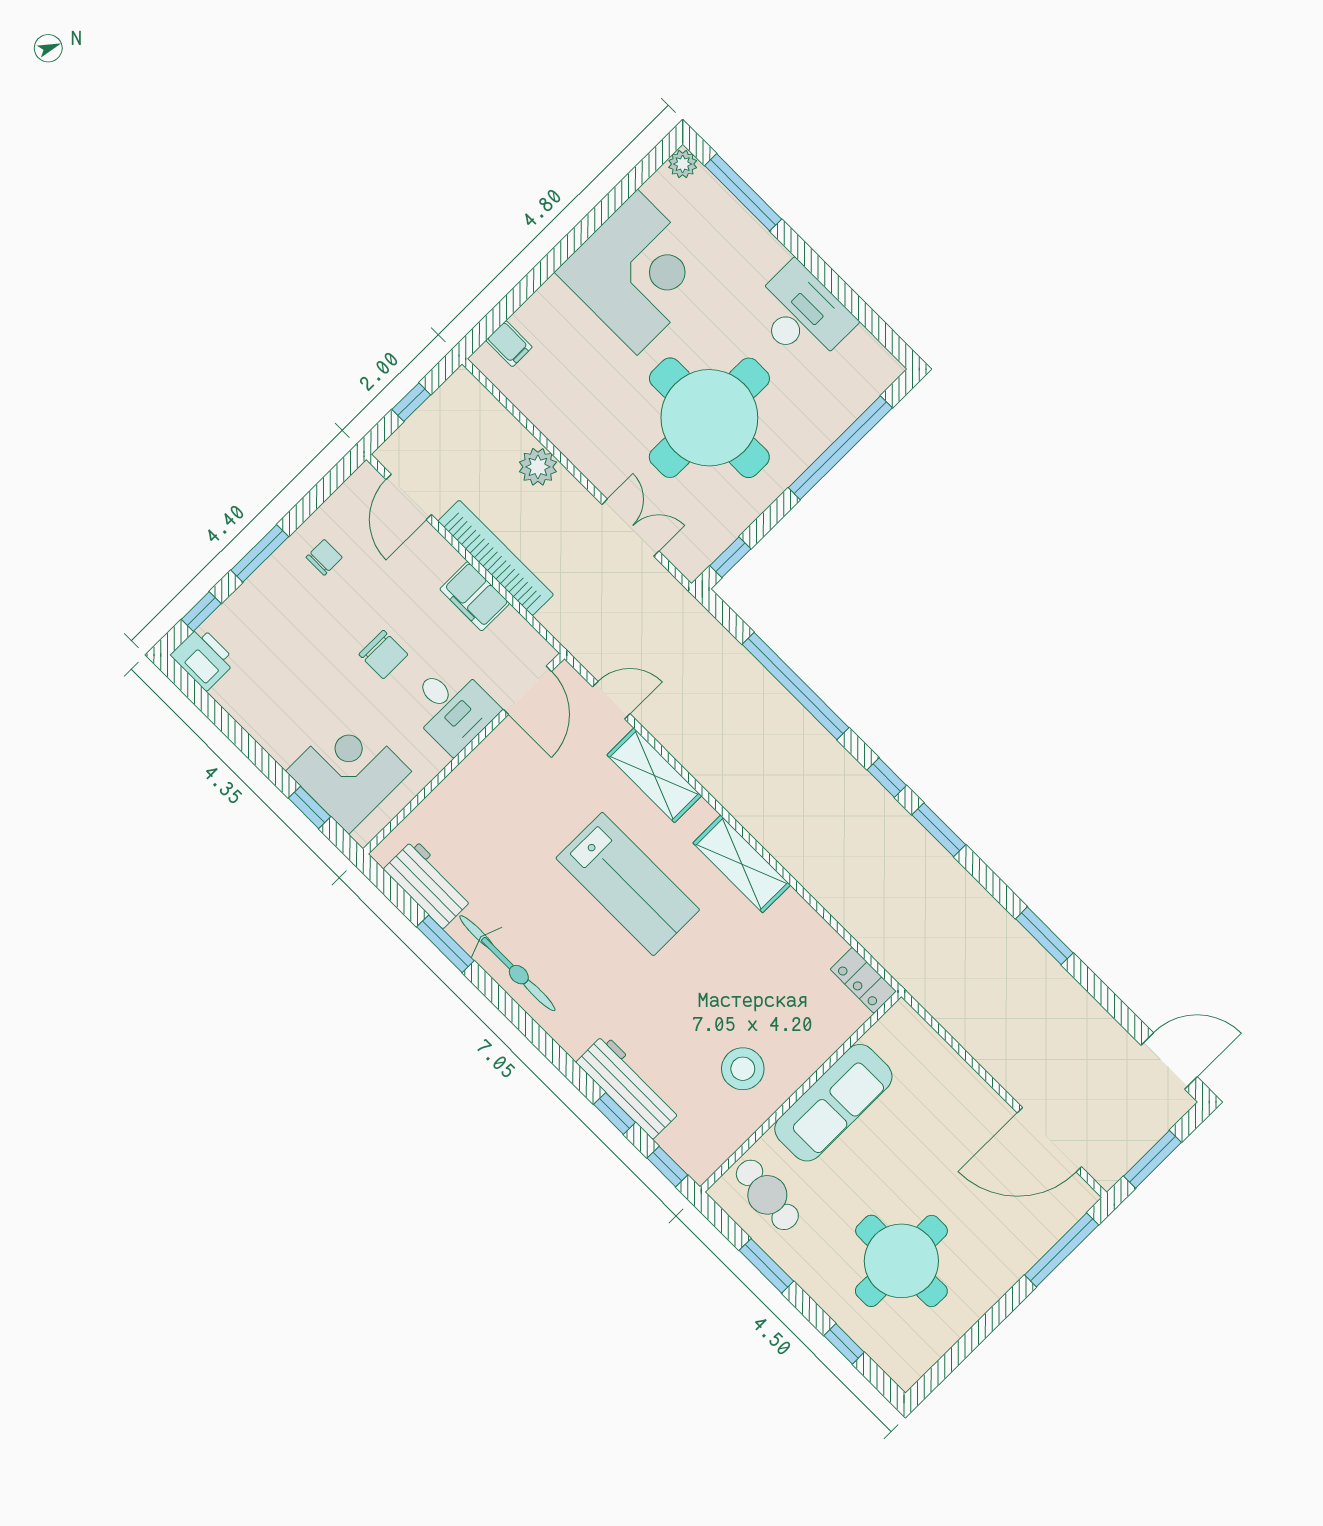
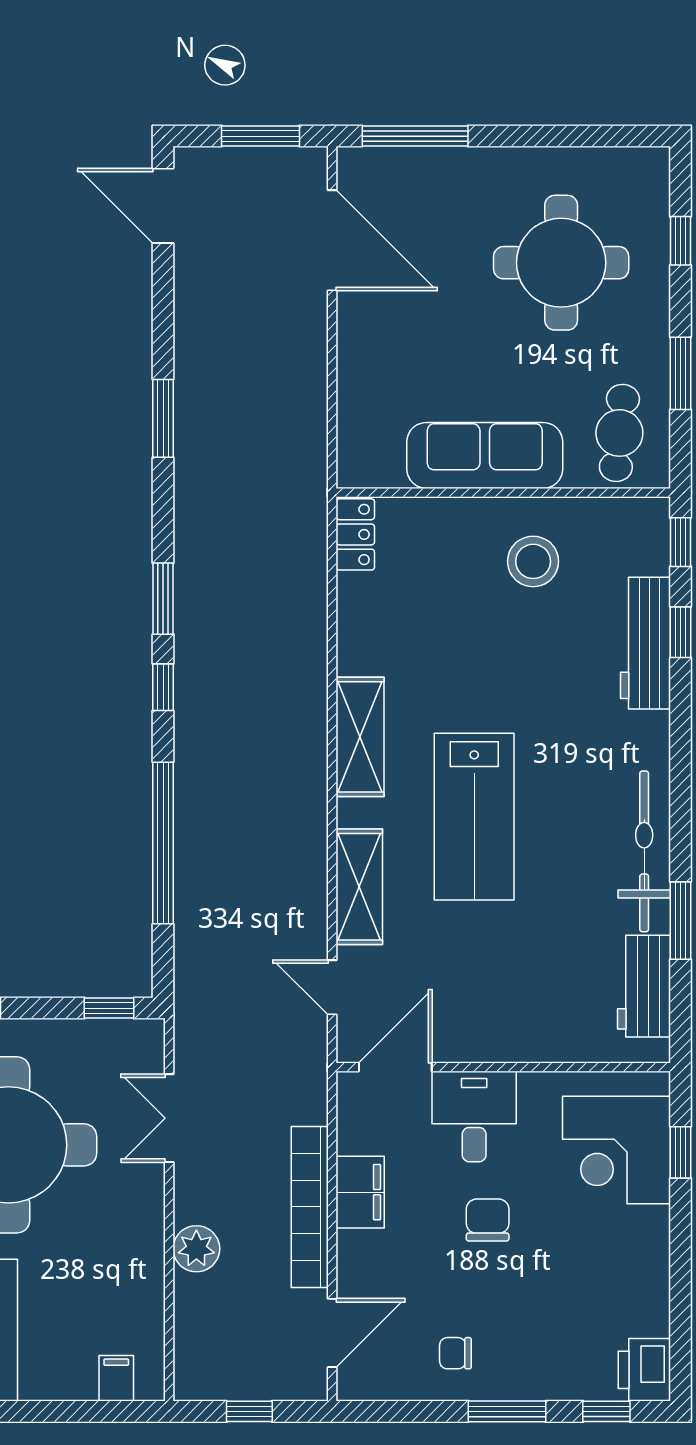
lab bench: (628, 884) -> (474, 817), turned 180

